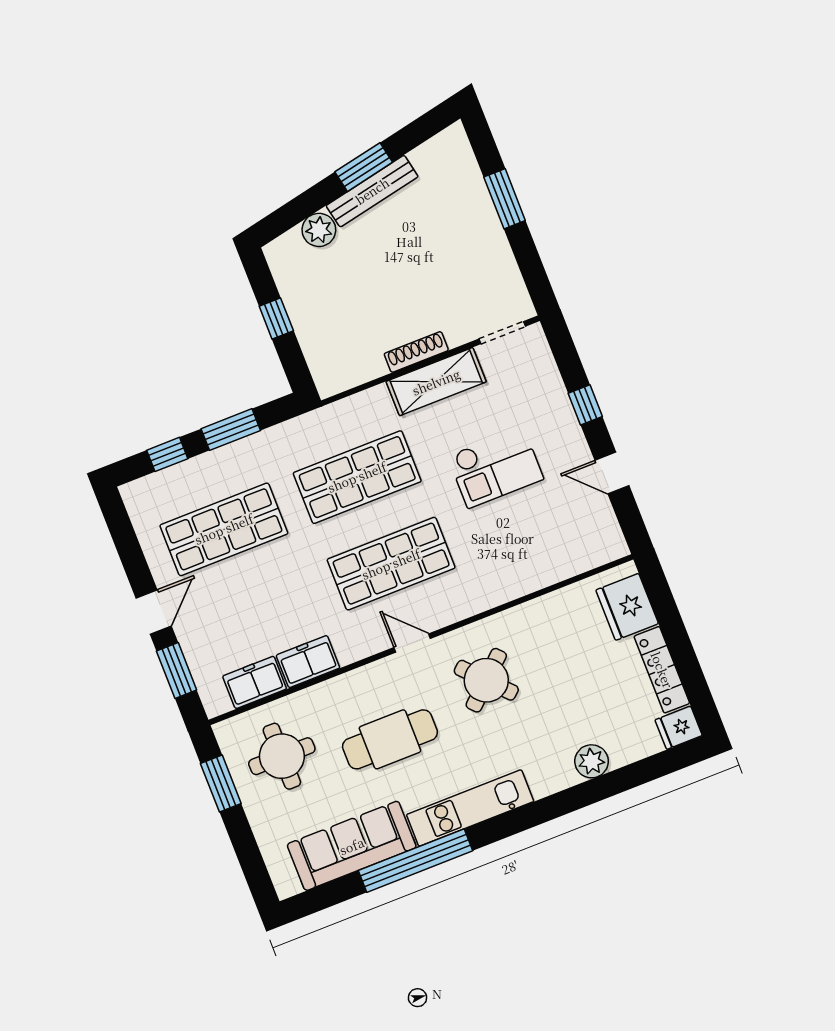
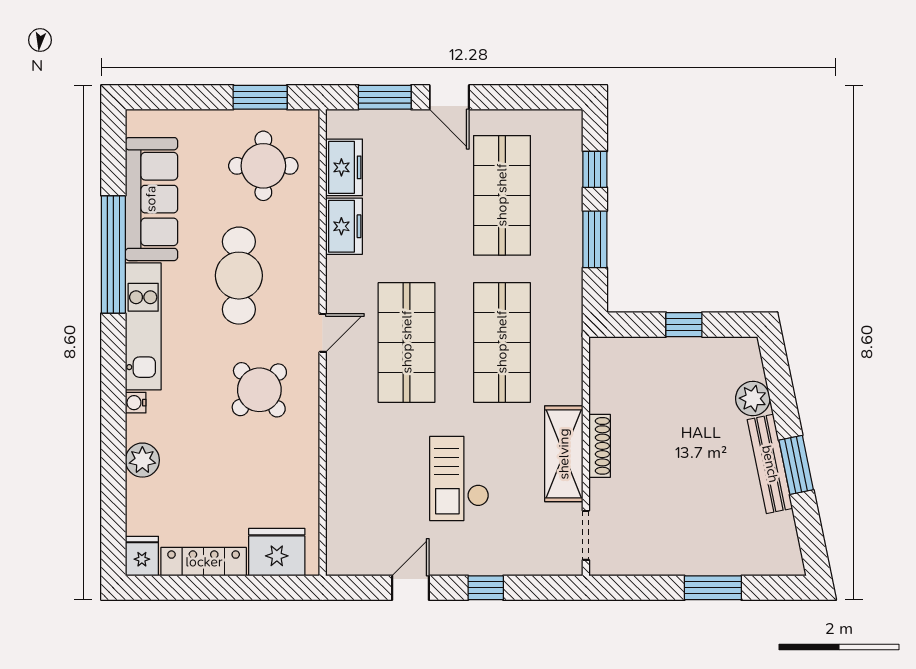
water cooler: (542, 788) -> (136, 403), added

